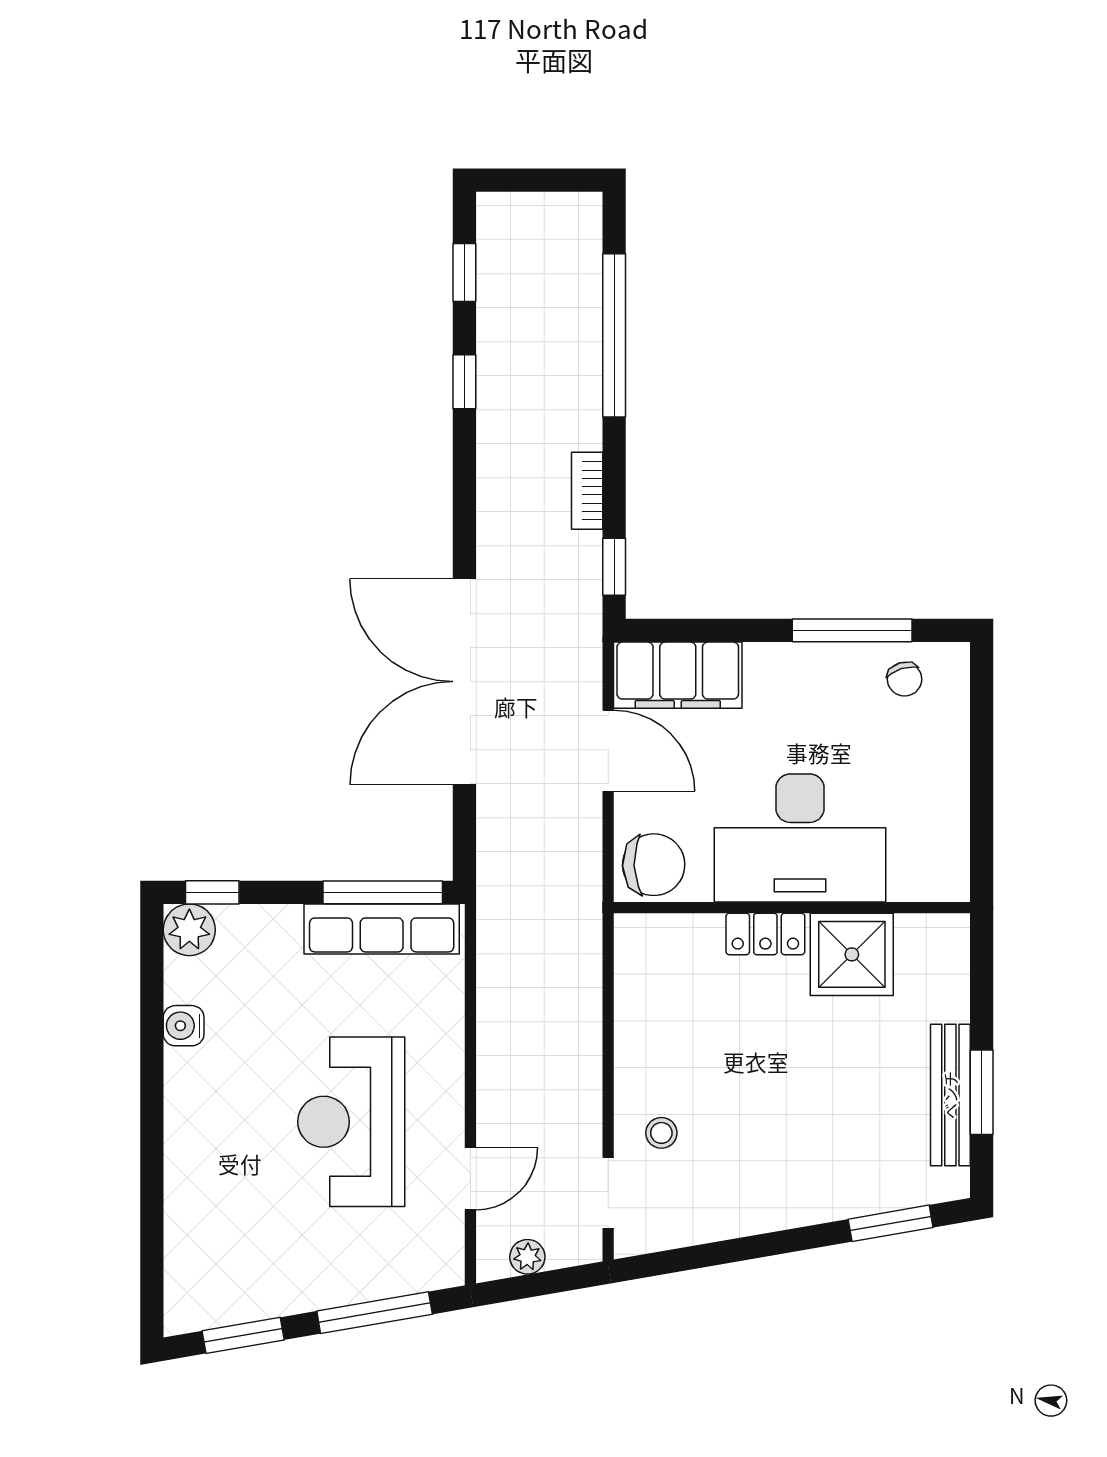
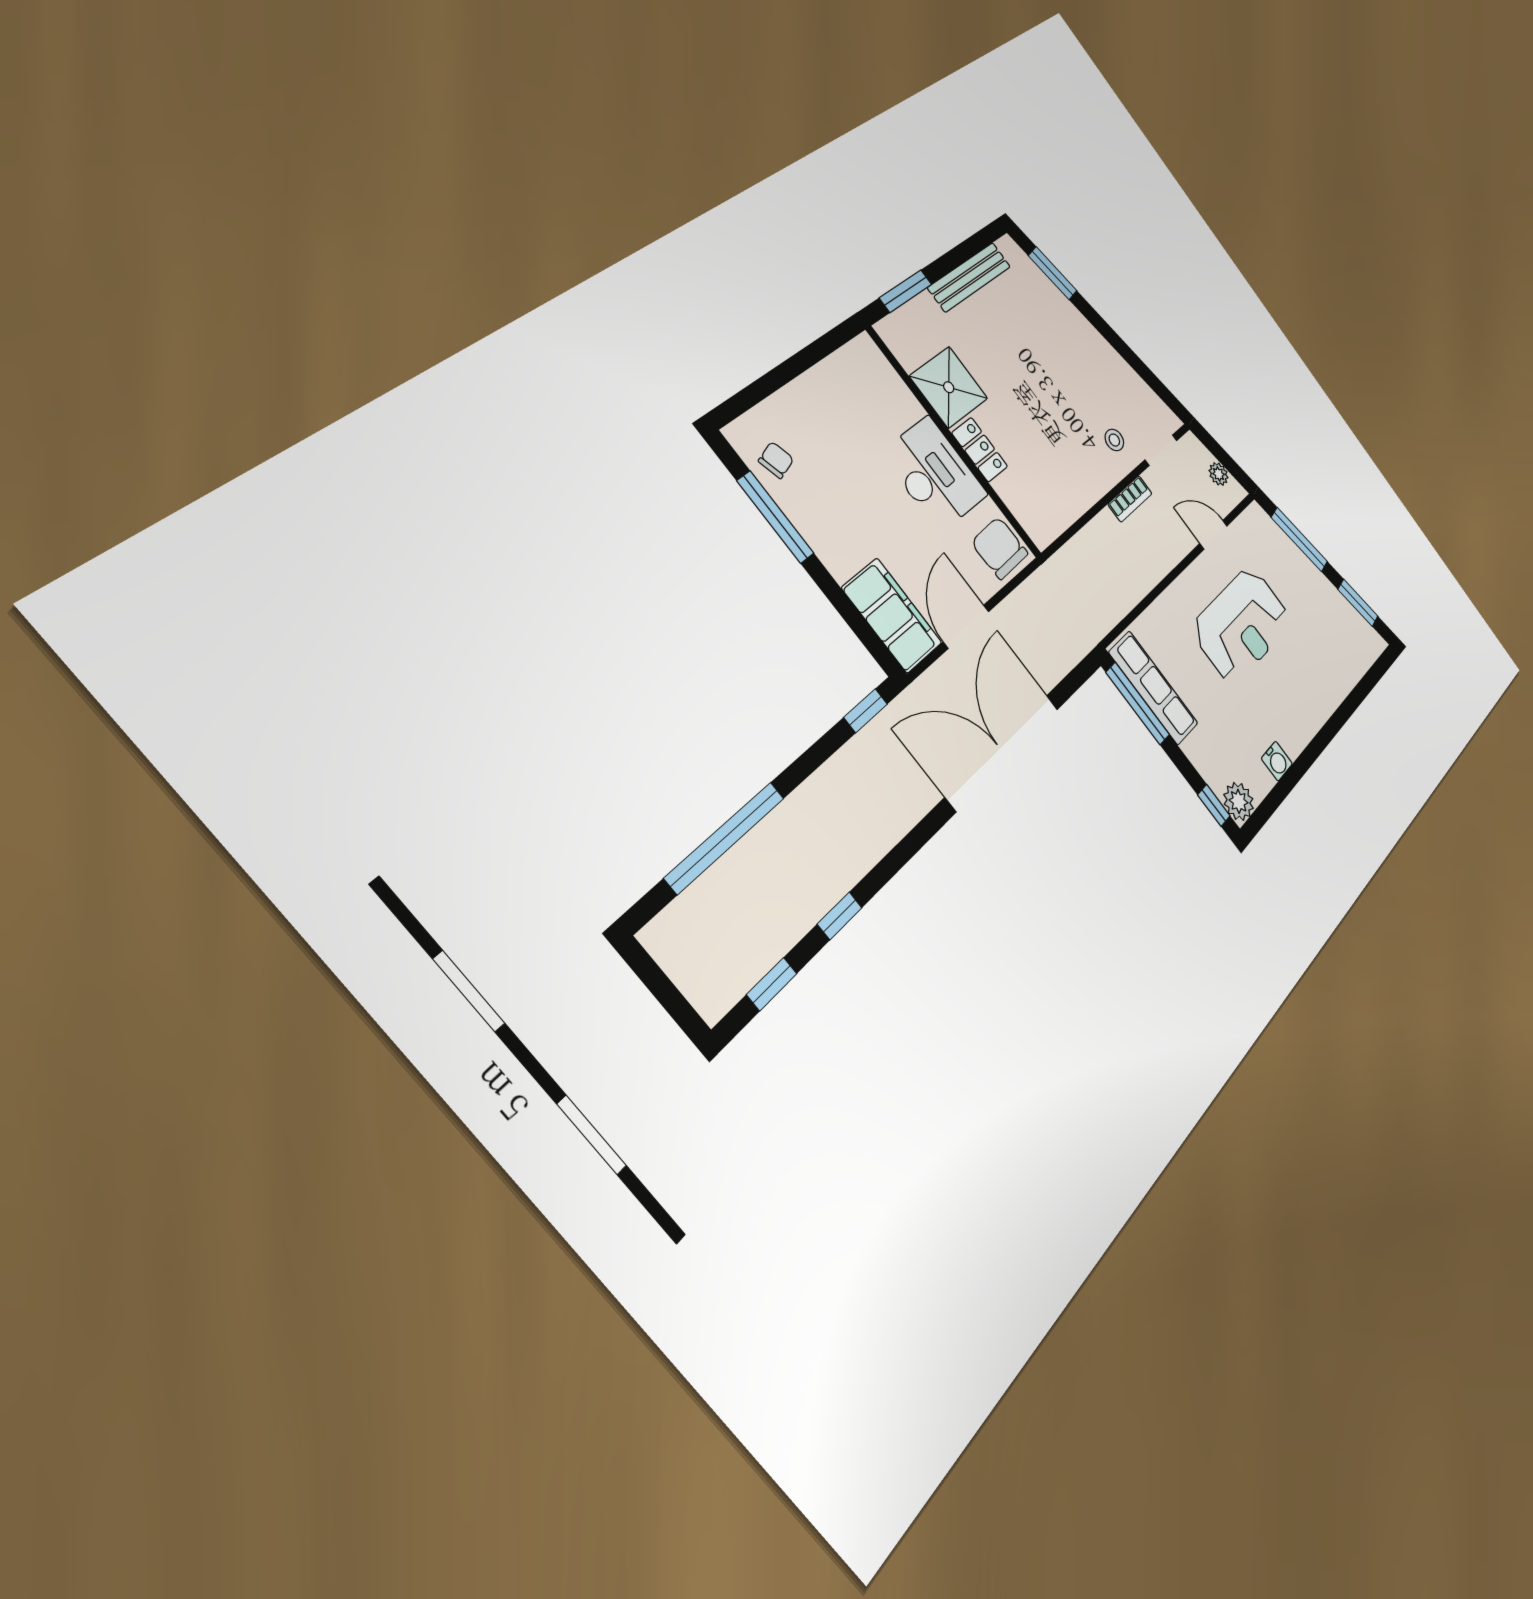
bookcase: (587, 491) -> (1130, 499), moved
double door: (464, 682) -> (1003, 752), swing flipped
desk: (800, 838) -> (934, 474), width x0.73, depth x0.77
window: (982, 1092) -> (906, 291), moved

